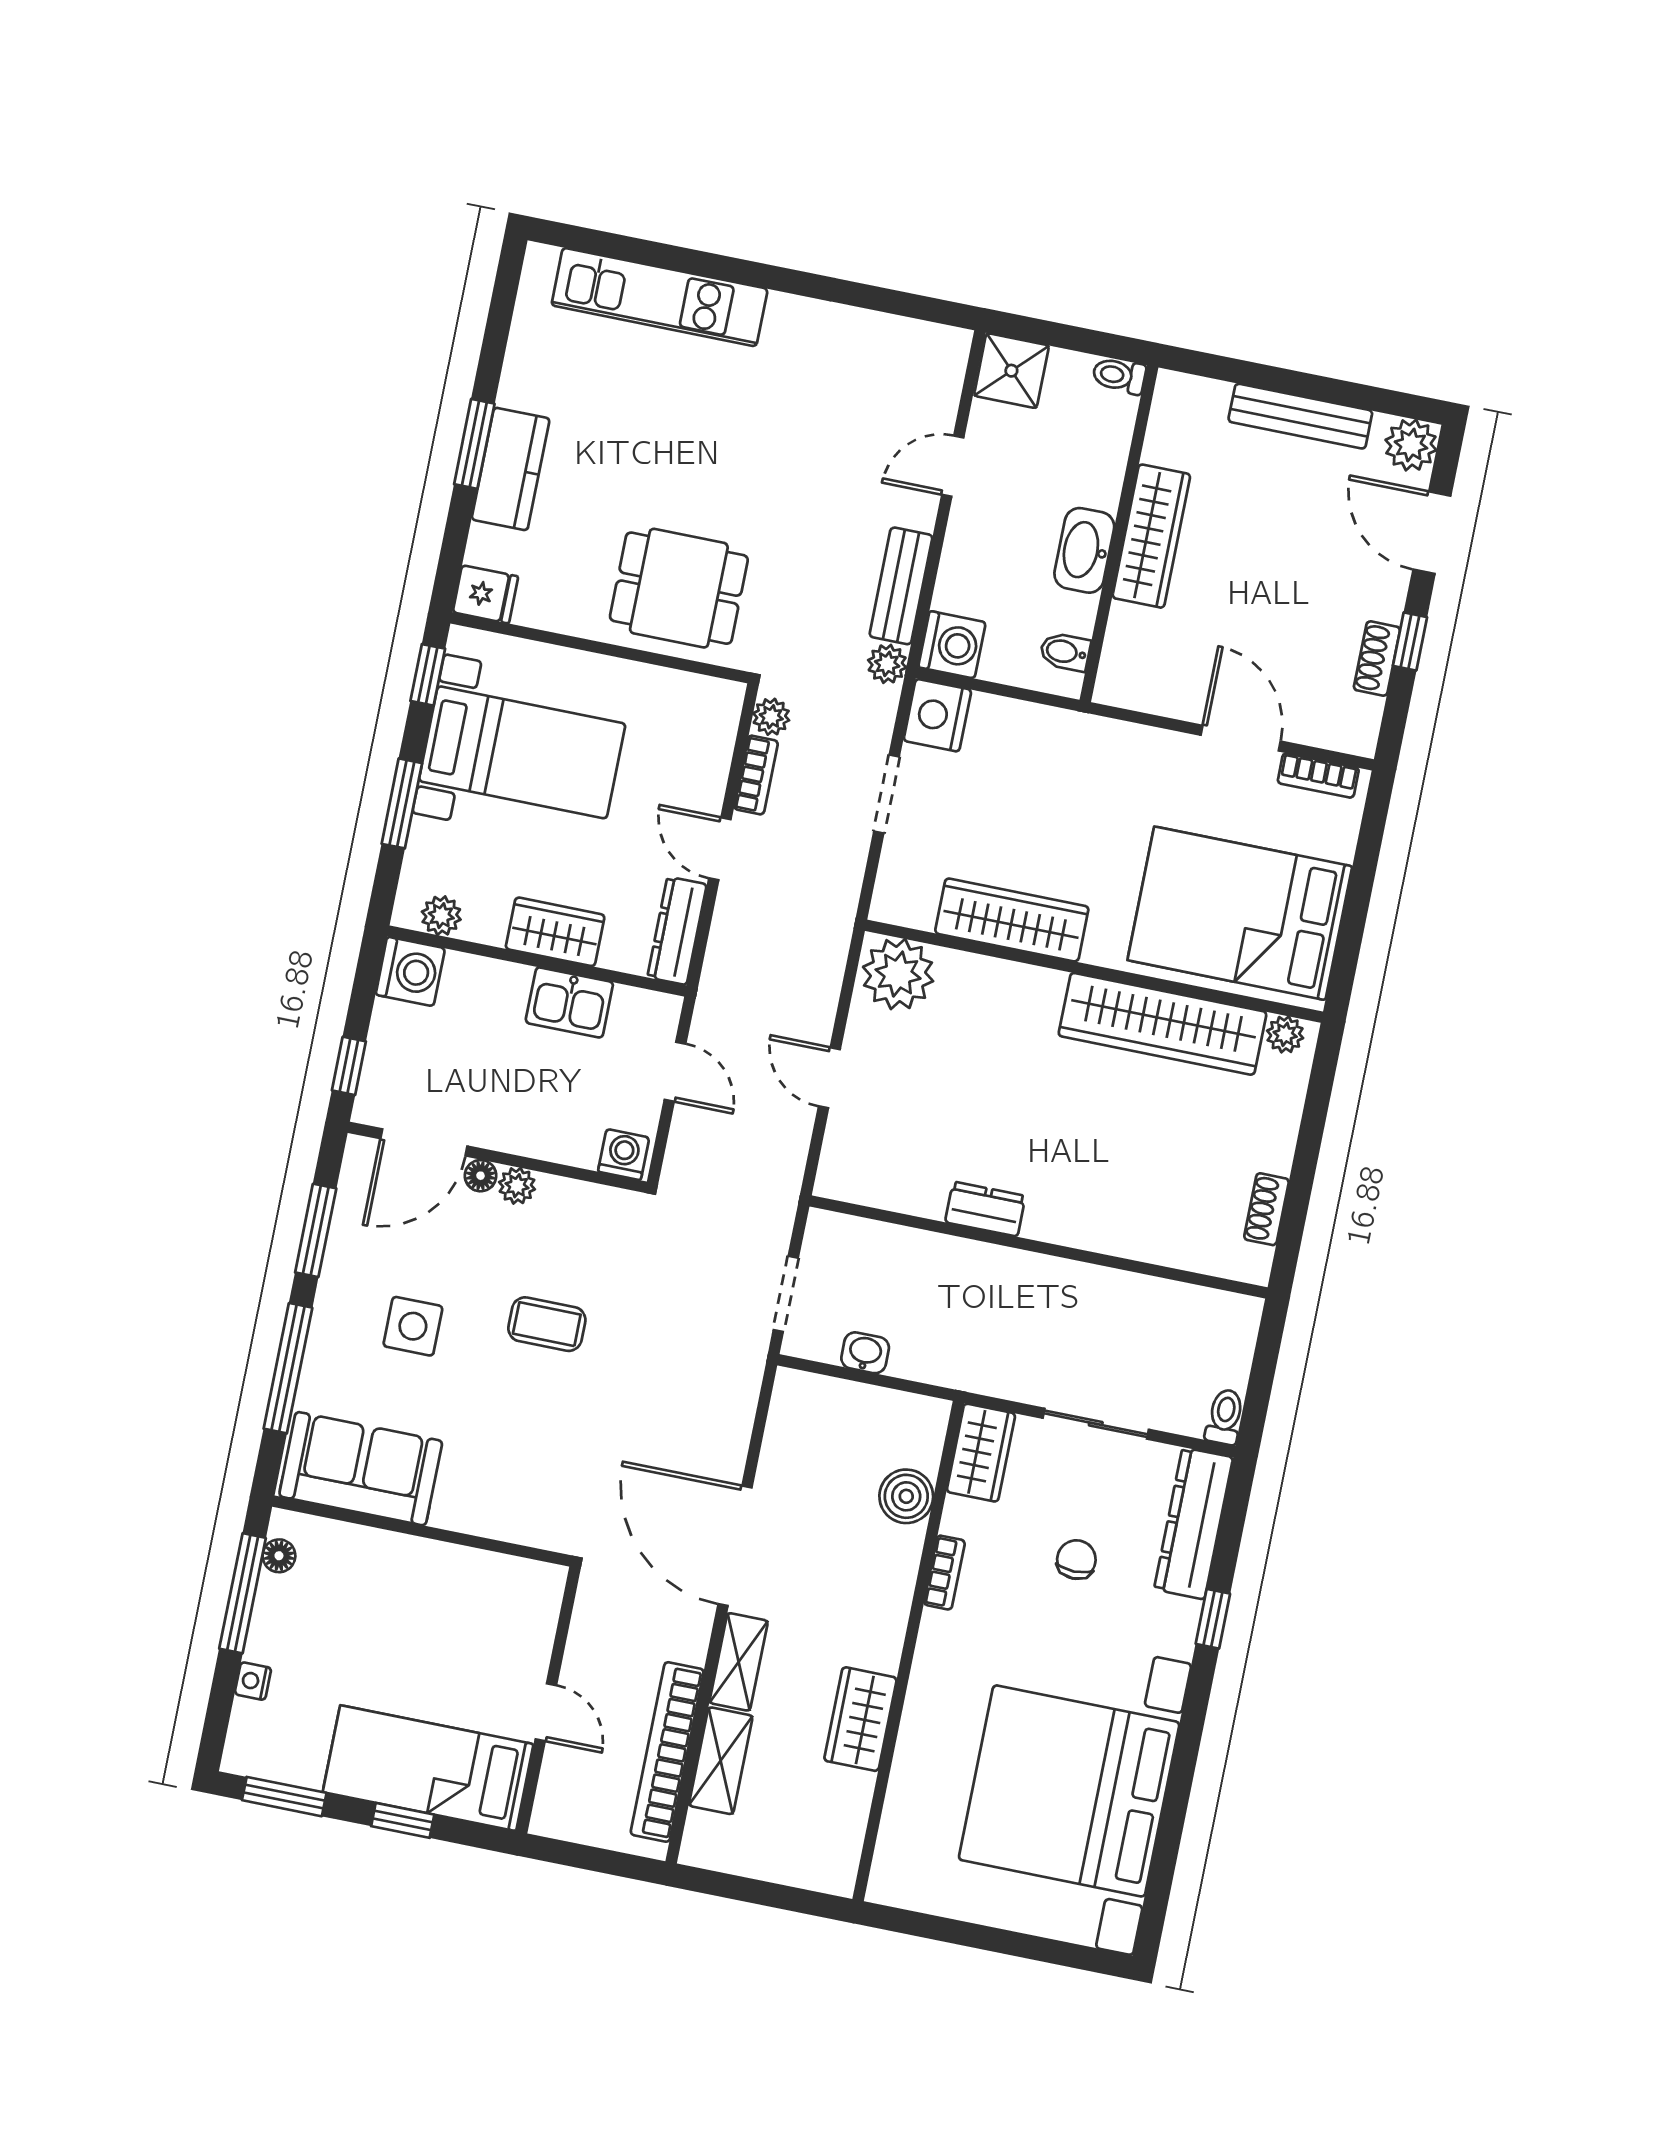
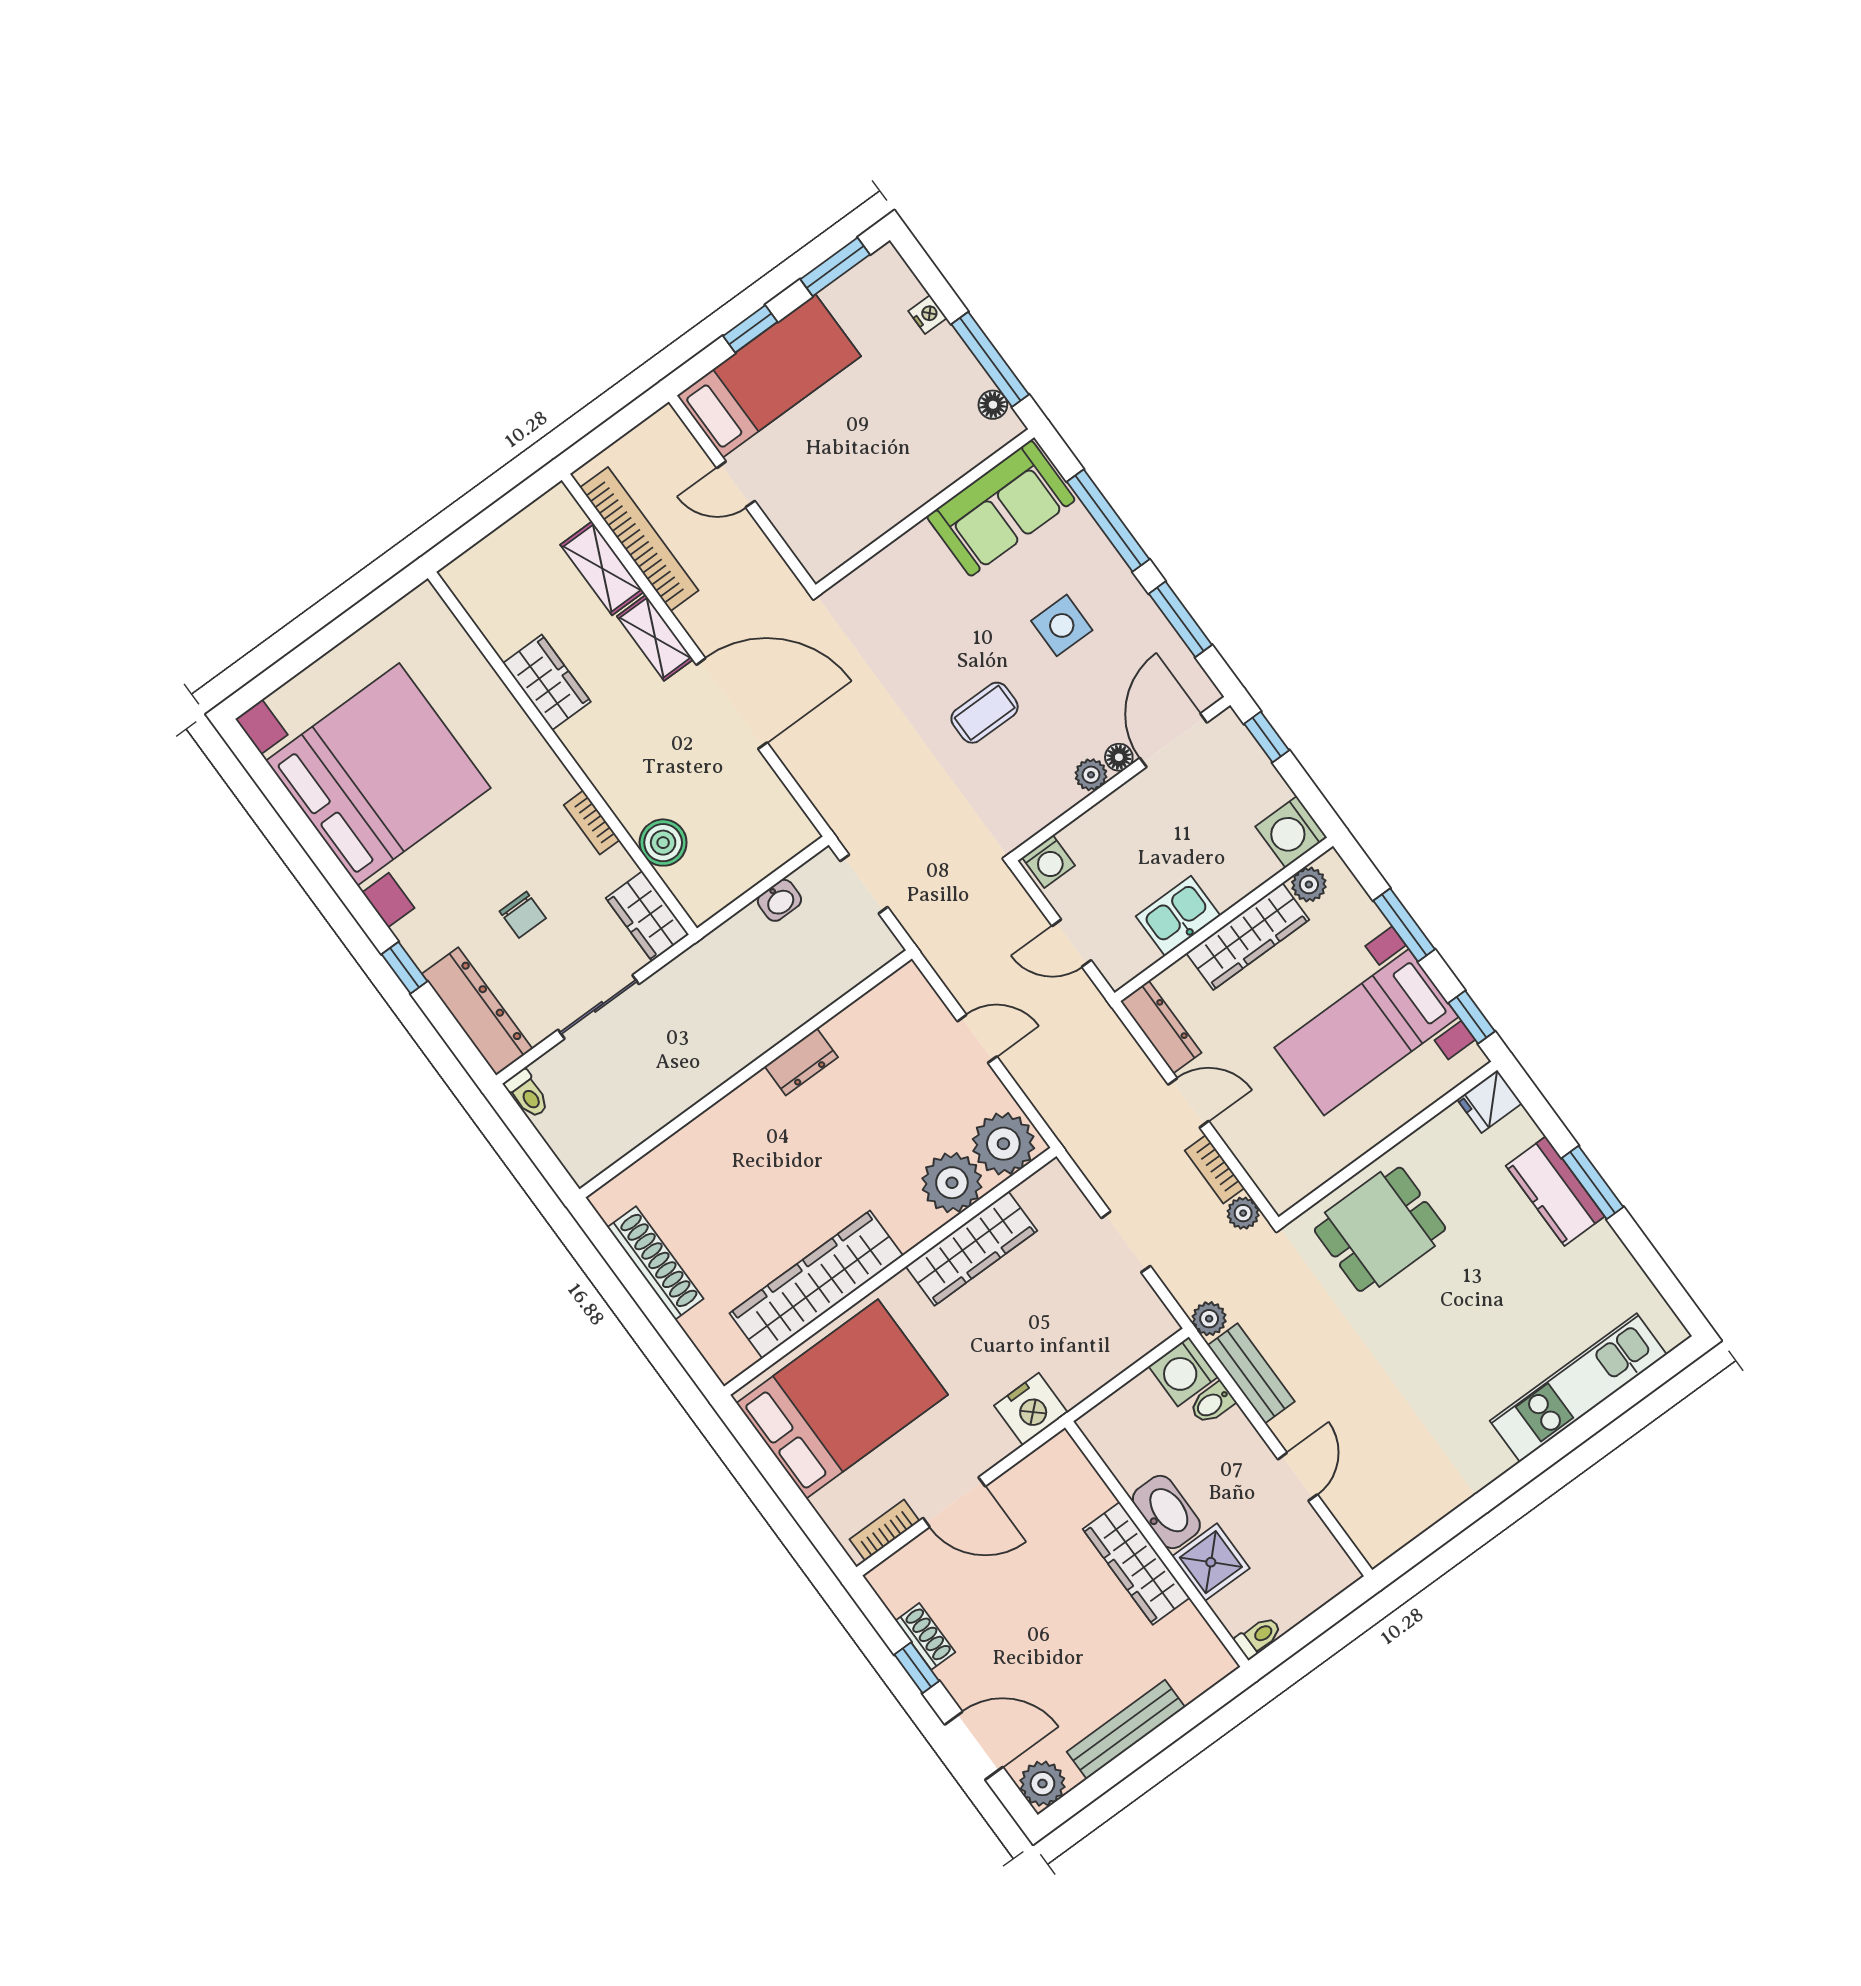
shower: (1011, 371) -> (1211, 1562), moved
bidet: (1065, 652) -> (1212, 1403), moved, turned 180
nightstand: (937, 715) -> (1031, 1409), moved, turned 90
wardrobe: (555, 932) -> (1248, 936), width x1.50
plant: (1285, 1034) -> (952, 1183), moved, width x1.87, depth x1.87
shoe rack: (1266, 1209) -> (655, 1263), width x1.94, depth x1.24

